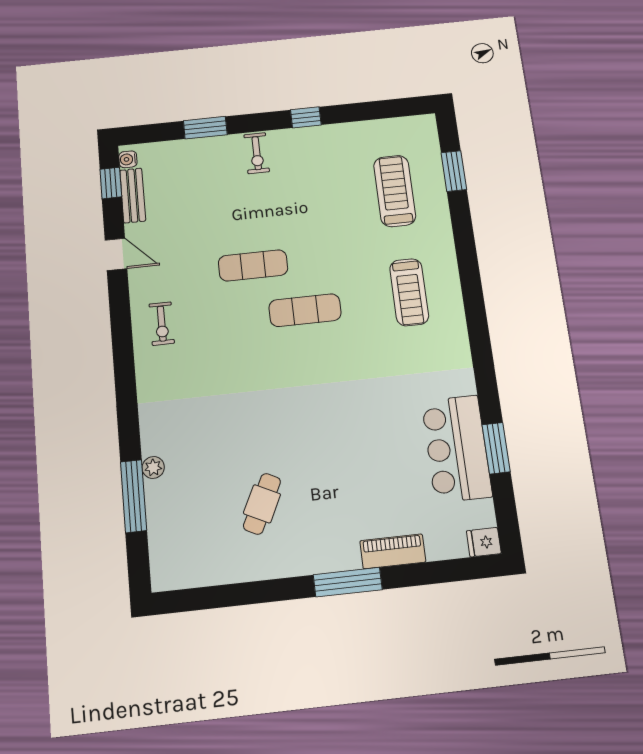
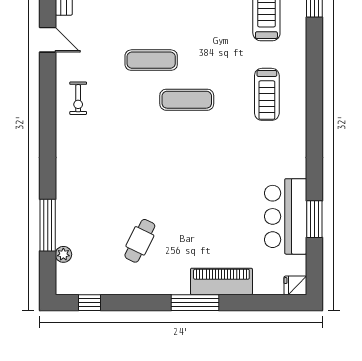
plant: (153, 467) -> (63, 254), moved
piano: (393, 551) -> (221, 281), width x1.37, depth x1.33
window: (200, 599) -> (90, 303), added

